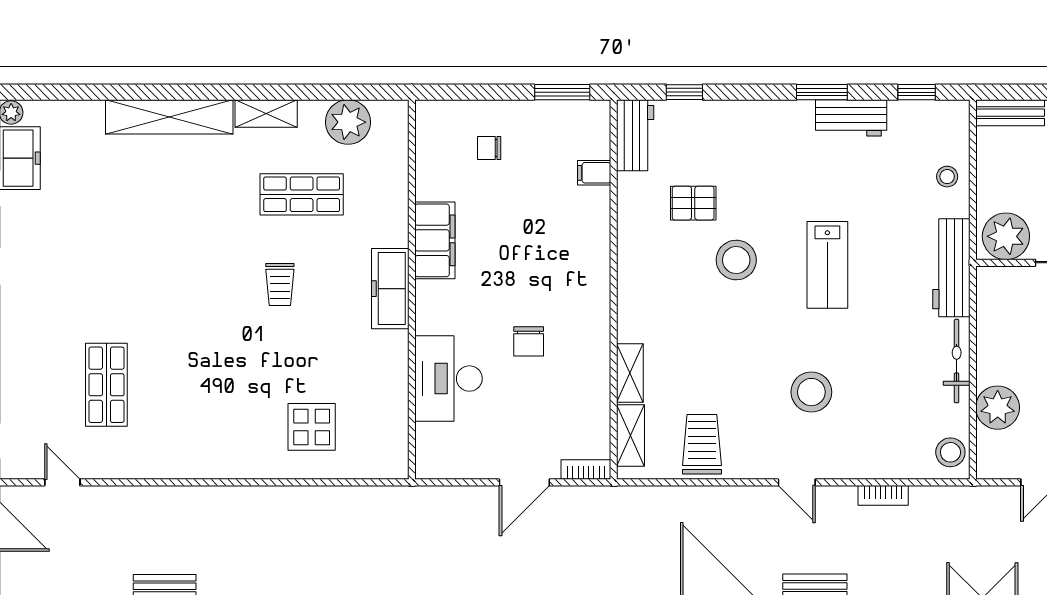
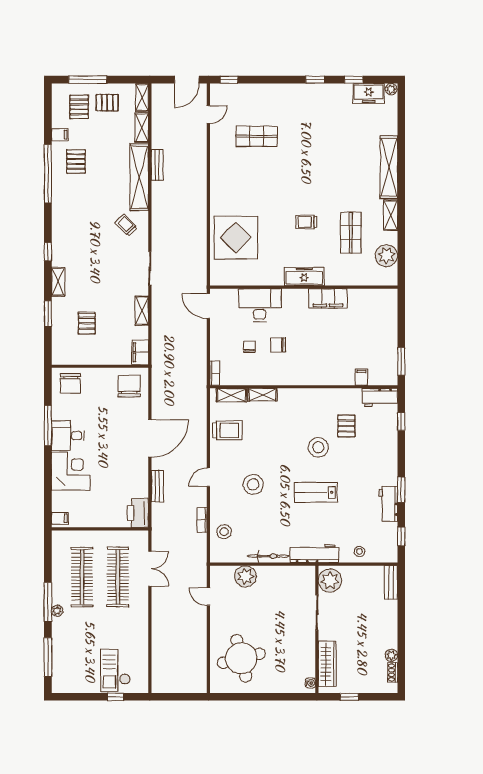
chair: (489, 148) -> (249, 347), moved
display table: (312, 427) -> (236, 238), width x1.86, depth x1.86
stool: (950, 452) -> (224, 532), moved
door: (524, 482) -> (208, 306), moved

